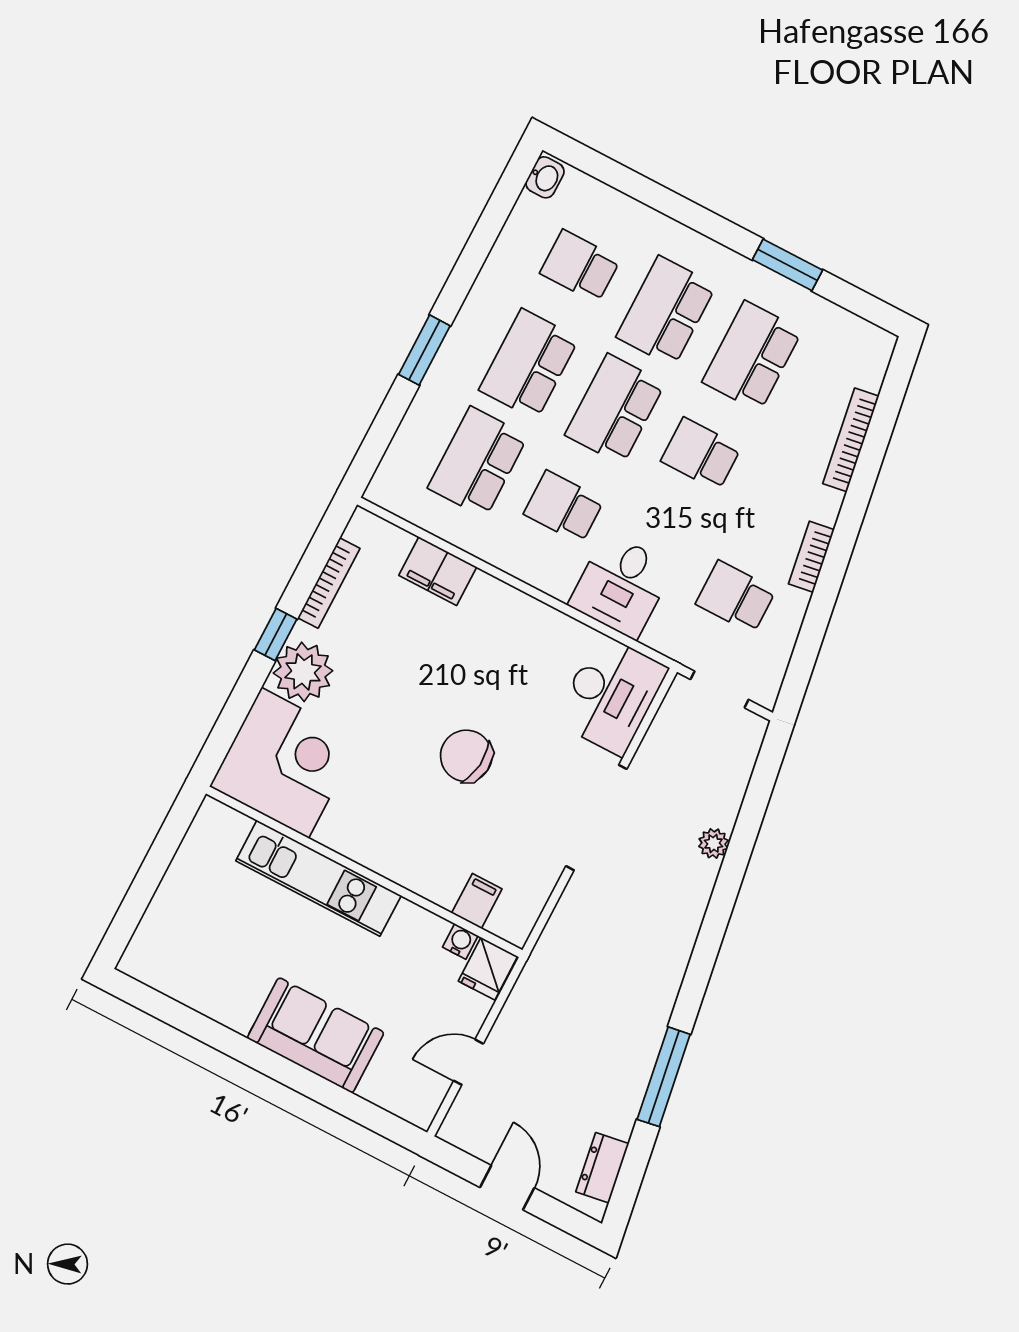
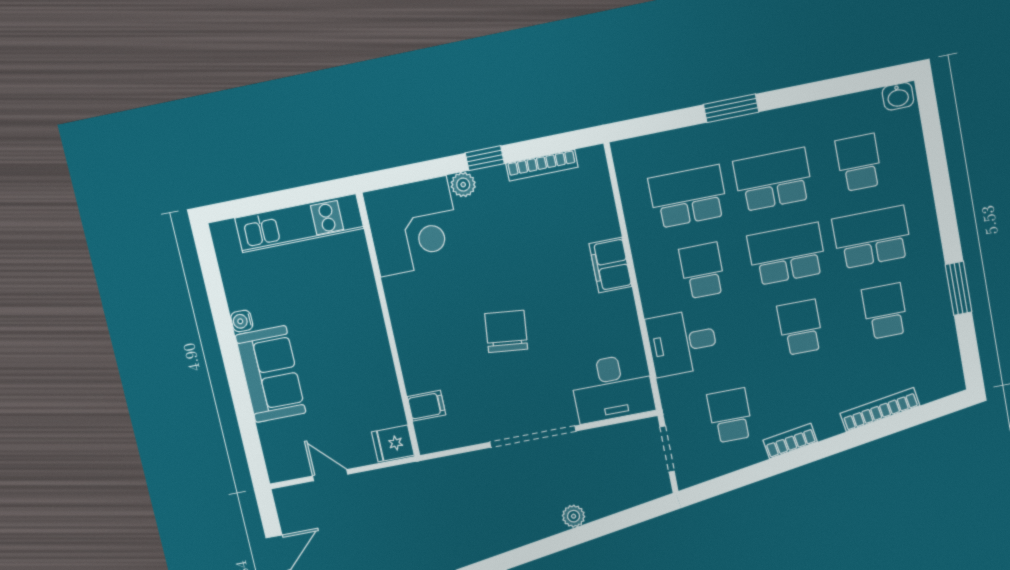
school desk: (752, 356) -> (885, 311), width x0.54
filing cabinet: (438, 571) -> (610, 265), moved
plant: (303, 672) -> (463, 185), width x0.53, depth x0.53
kitchen unit: (318, 878) -> (299, 223), moved, turned -90
water cooler: (460, 941) -> (242, 321), moved, turned 180

